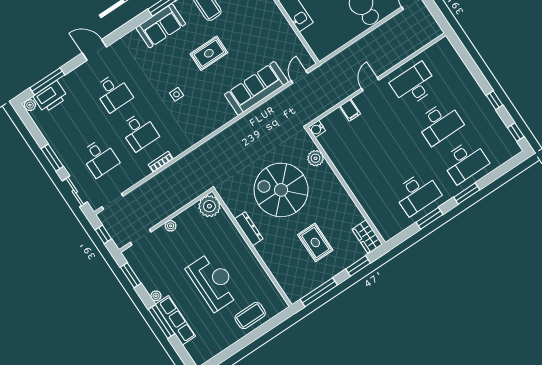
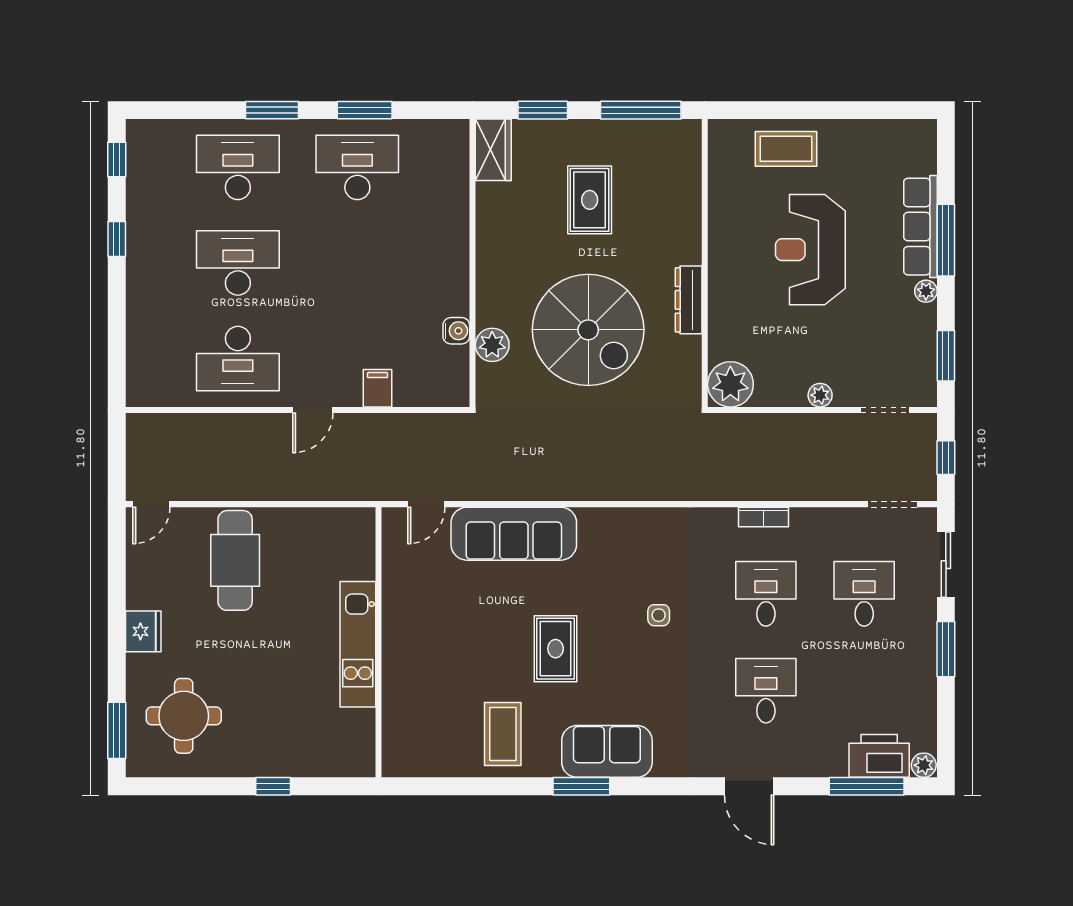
rug: (209, 53) -> (556, 649), turned 90
water cooler: (317, 129) -> (456, 331), moved

